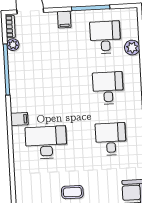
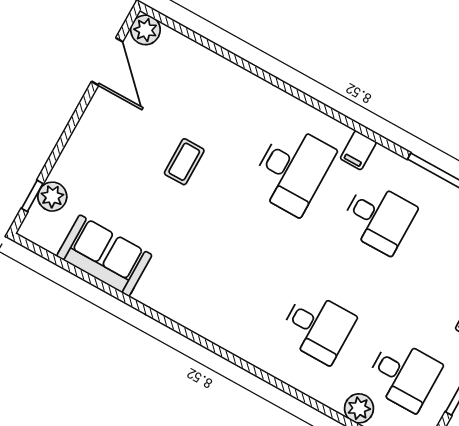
desk: (111, 139) -> (378, 218), moved

